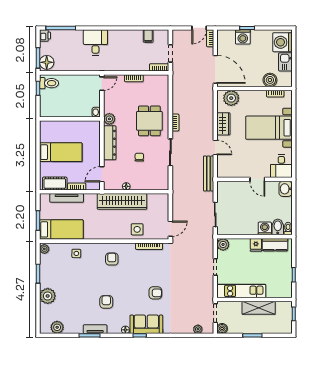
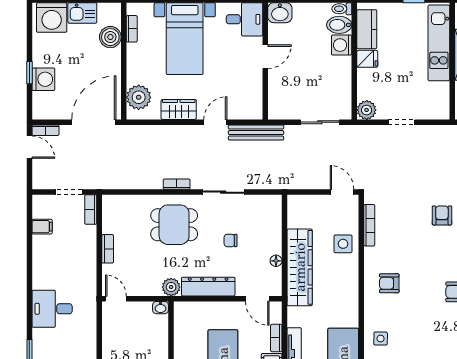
kitchen unit: (241, 291) -> (439, 43), moved

